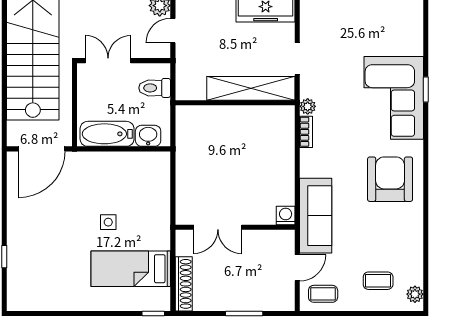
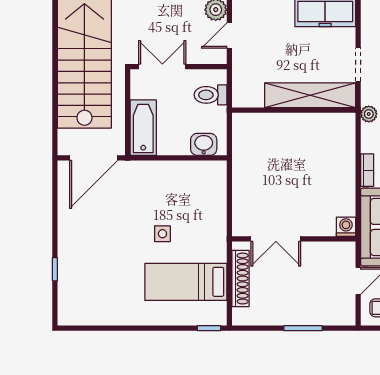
bookcase: (306, 132) -> (367, 170), moved
bathtub: (107, 134) -> (143, 128), moved, turned 90
shoe rack: (184, 284) -> (241, 278), moved

